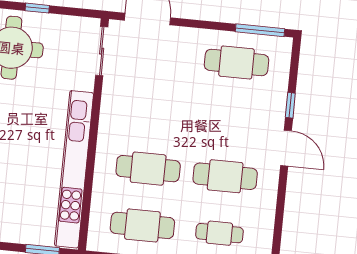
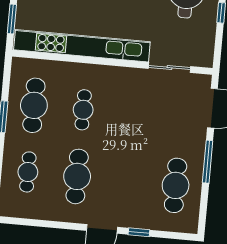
window: (260, 30) -> (208, 162), moved
sliding door: (102, 51) -> (170, 67), moved
cafe table: (148, 169) -> (83, 110), width x0.73, depth x0.74

